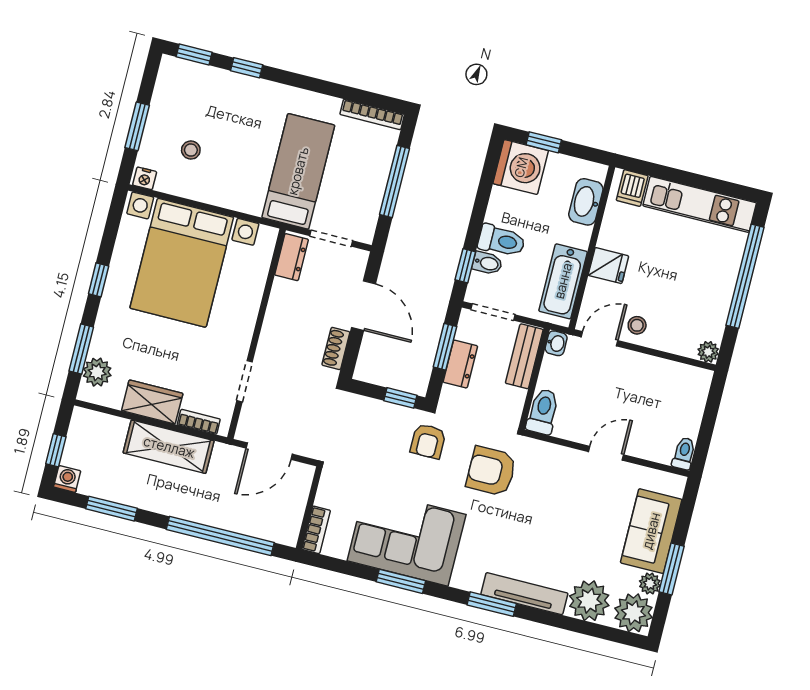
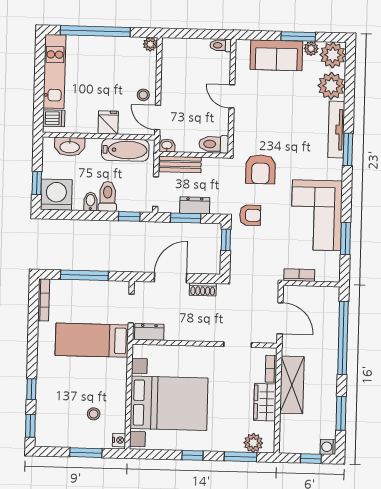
bidet: (487, 263) -> (90, 202), moved
bookcase: (316, 530) -> (299, 275), moved
window: (401, 581) -> (346, 239), moved

